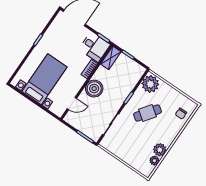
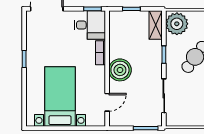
shelving: (111, 58) -> (156, 25), moved

